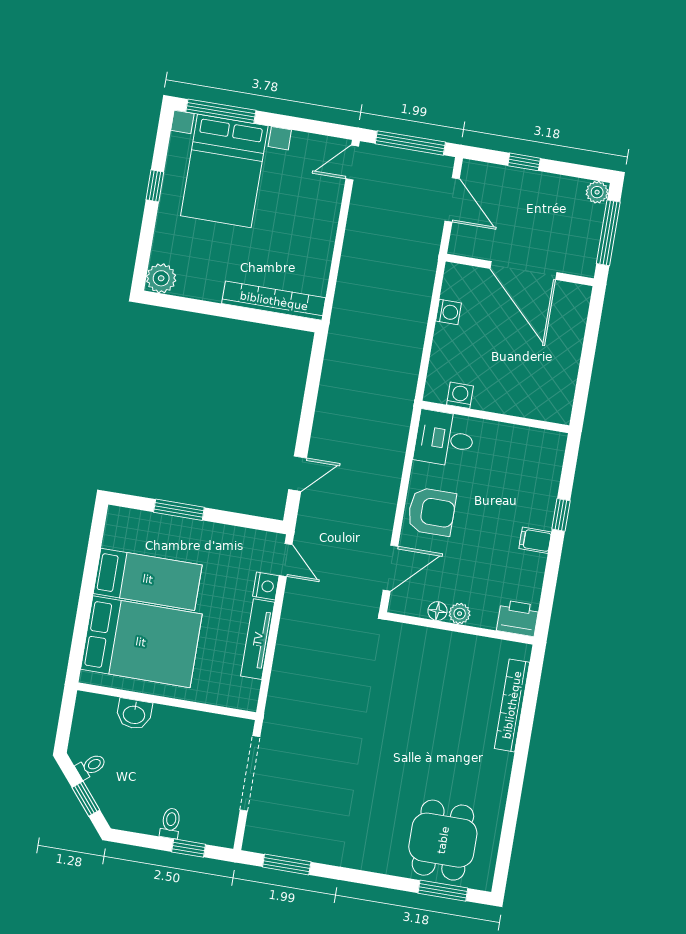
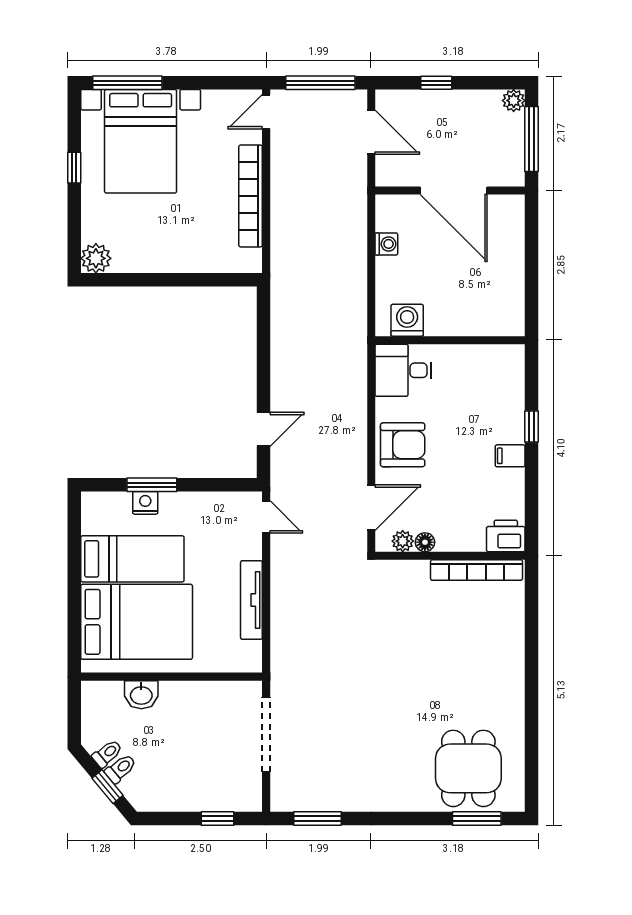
bookcase: (274, 301) -> (251, 196), moved, turned -90
washing machine: (460, 395) -> (407, 320), width x1.38, depth x1.38
nightstand: (266, 586) -> (145, 503), moved, turned -90
plant: (460, 614) -> (403, 541), moved
bookcase: (512, 705) -> (477, 570), moved, turned -90
toilet: (171, 823) -> (121, 769), moved, turned 50

